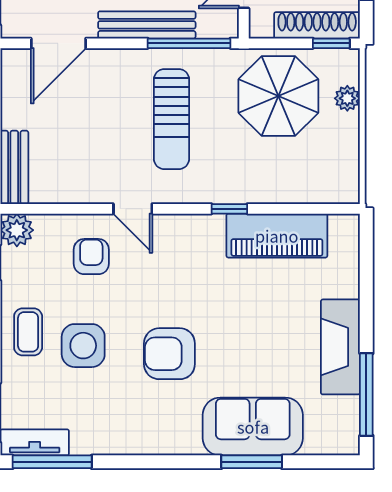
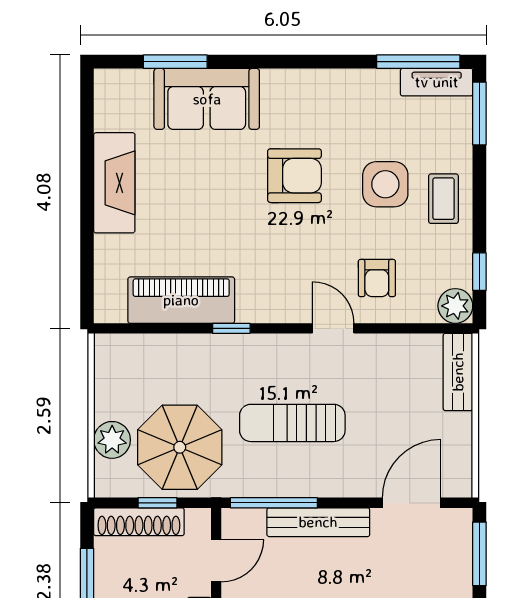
window: (331, 43) -> (157, 503), moved
plant: (347, 98) -> (112, 440), width x1.38, depth x1.38
sun lounger: (172, 119) -> (292, 423), turned -90
window: (366, 394) -> (87, 133), removed
window: (252, 462) -> (175, 62), moved

